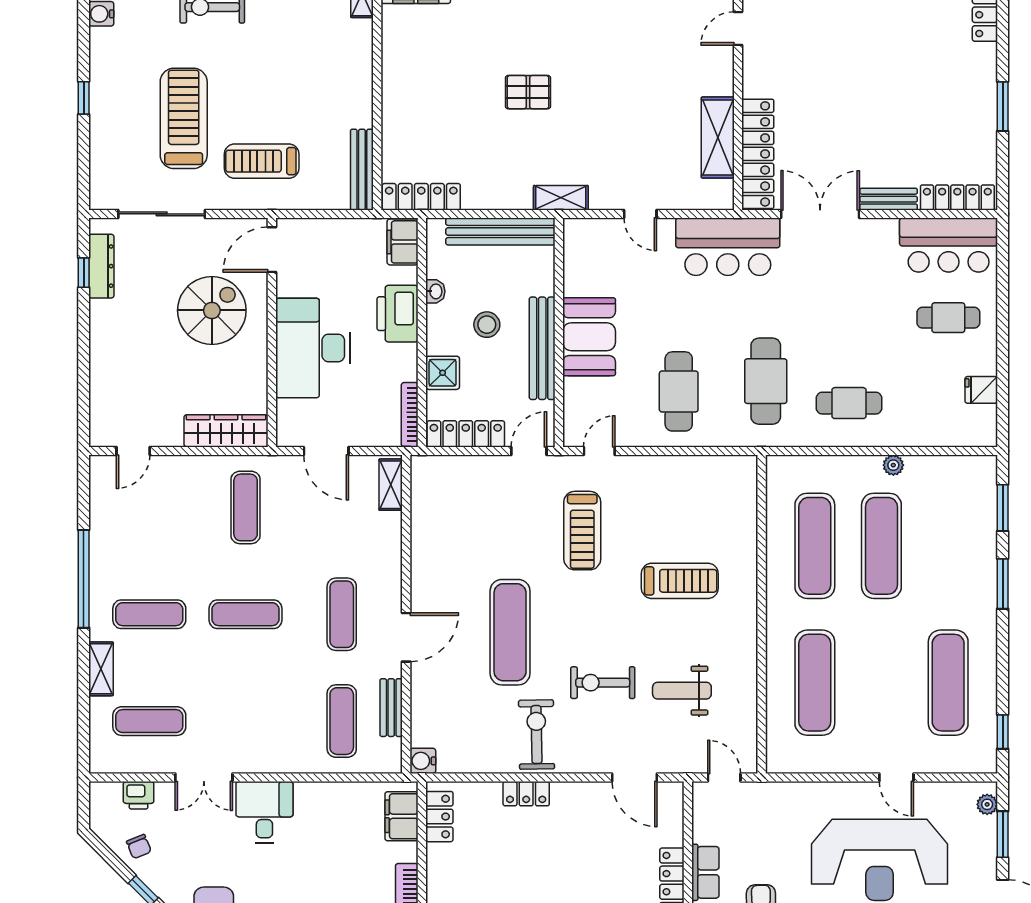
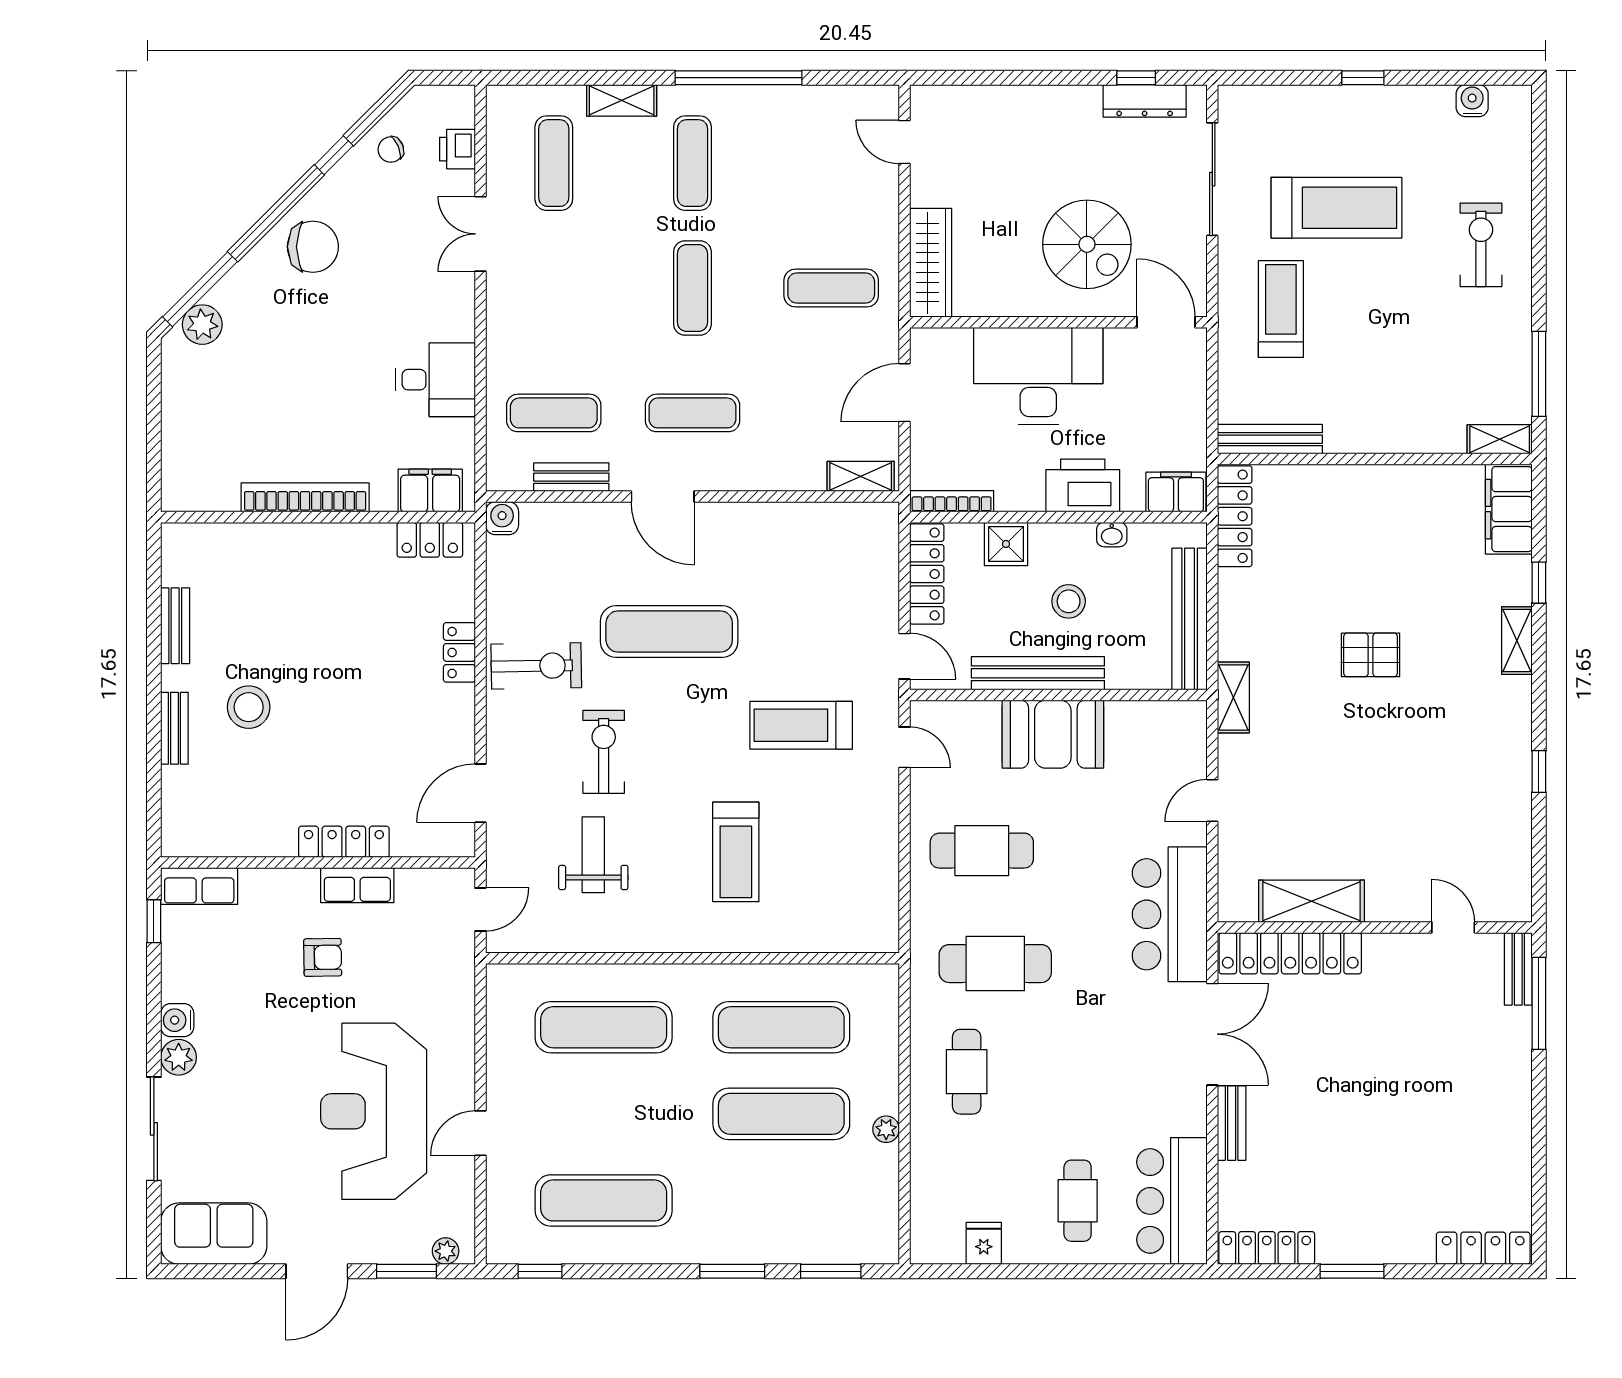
pallet: (528, 92) -> (1371, 655), turned 90
locker: (957, 197) -> (1267, 1248), moved, turned -90
desk: (264, 812) -> (436, 380), moved

